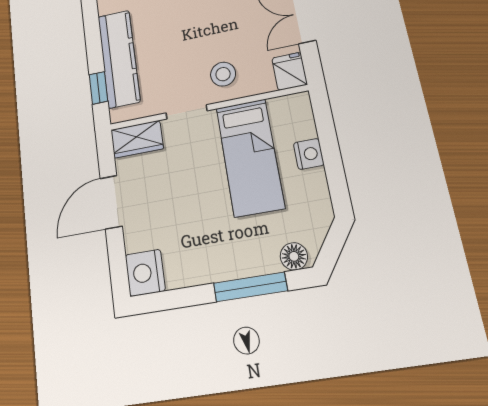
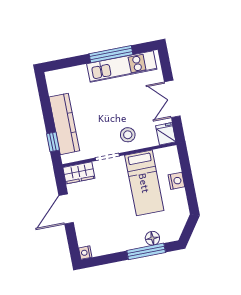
floor lamp: (294, 256) -> (152, 238), moved
nightstand: (145, 273) -> (85, 253), width x0.53, depth x0.56

